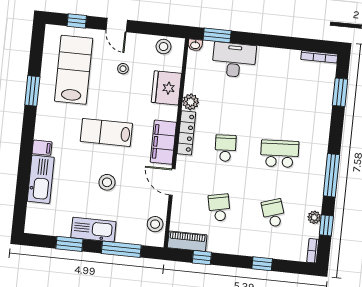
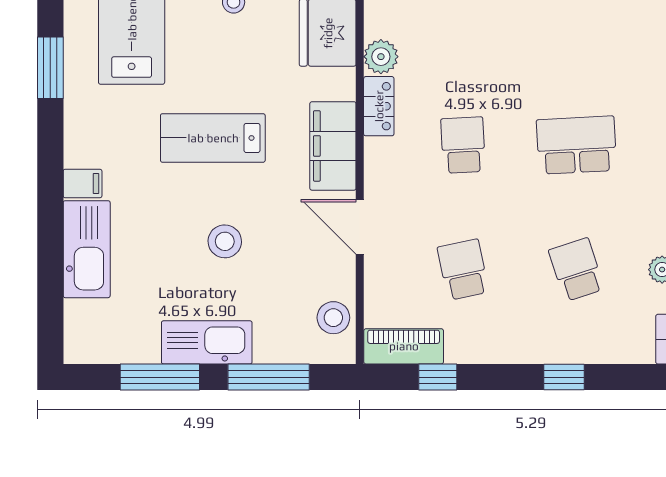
locker: (186, 133) -> (379, 106), width x0.66
window: (69, 244) -> (160, 377), width x1.44

